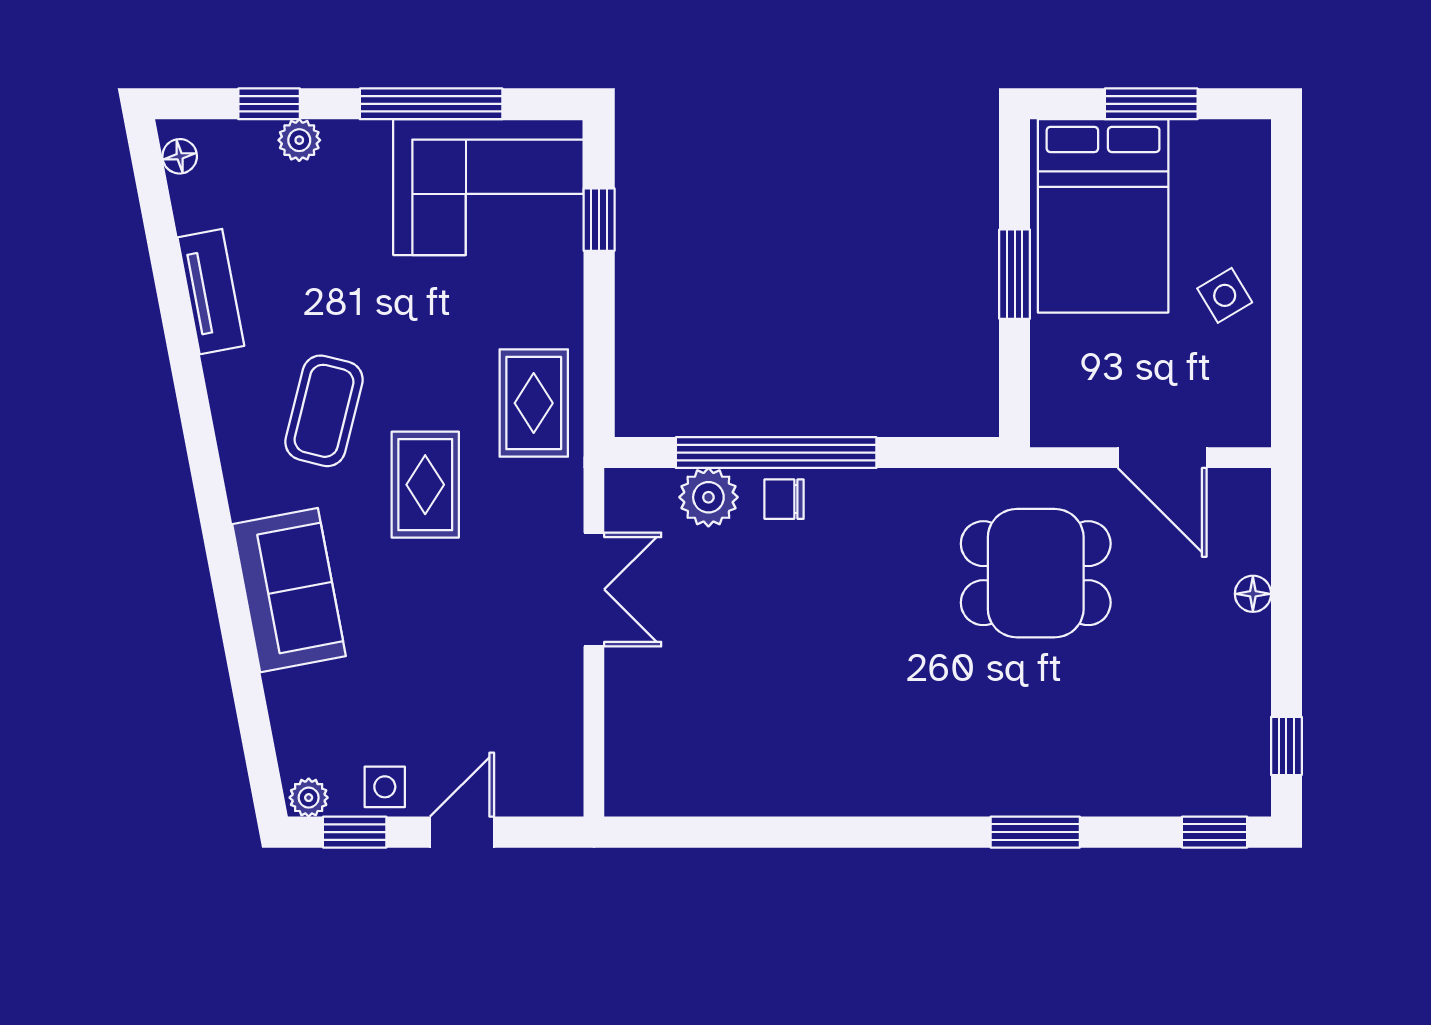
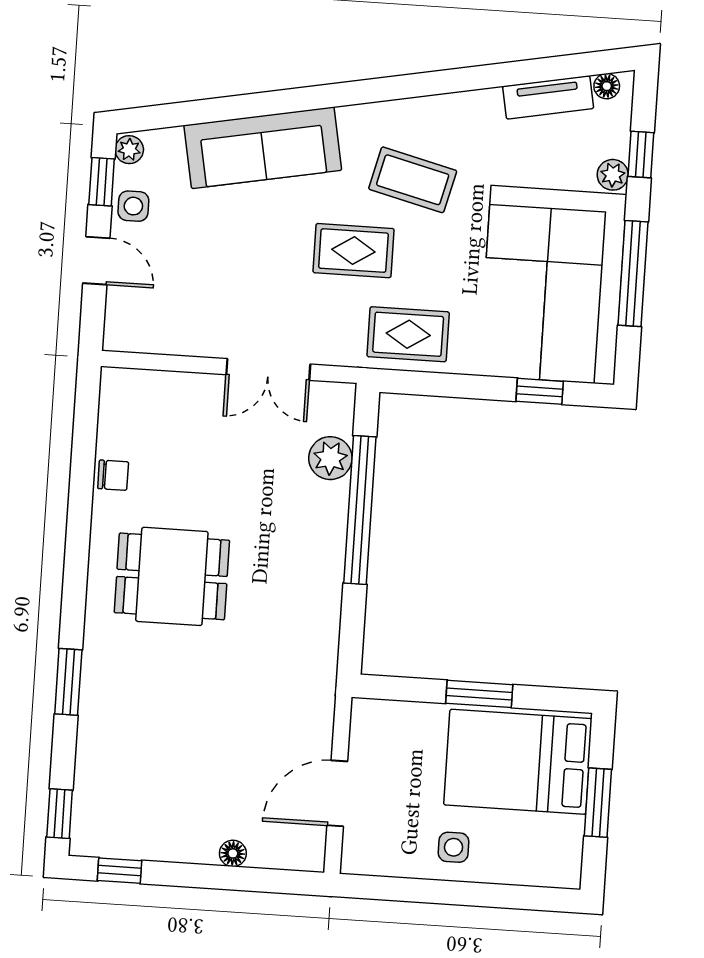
corner sofa: (488, 187) -> (553, 285), width x1.36, depth x1.36
tv unit: (211, 292) -> (548, 97), moved
side table: (1225, 295) -> (454, 847), turned 31
chair: (784, 499) -> (113, 475), moved, turned 90
dining table: (1036, 573) -> (172, 576), moved, turned 90
sofa: (289, 590) -> (263, 148), width x1.36

